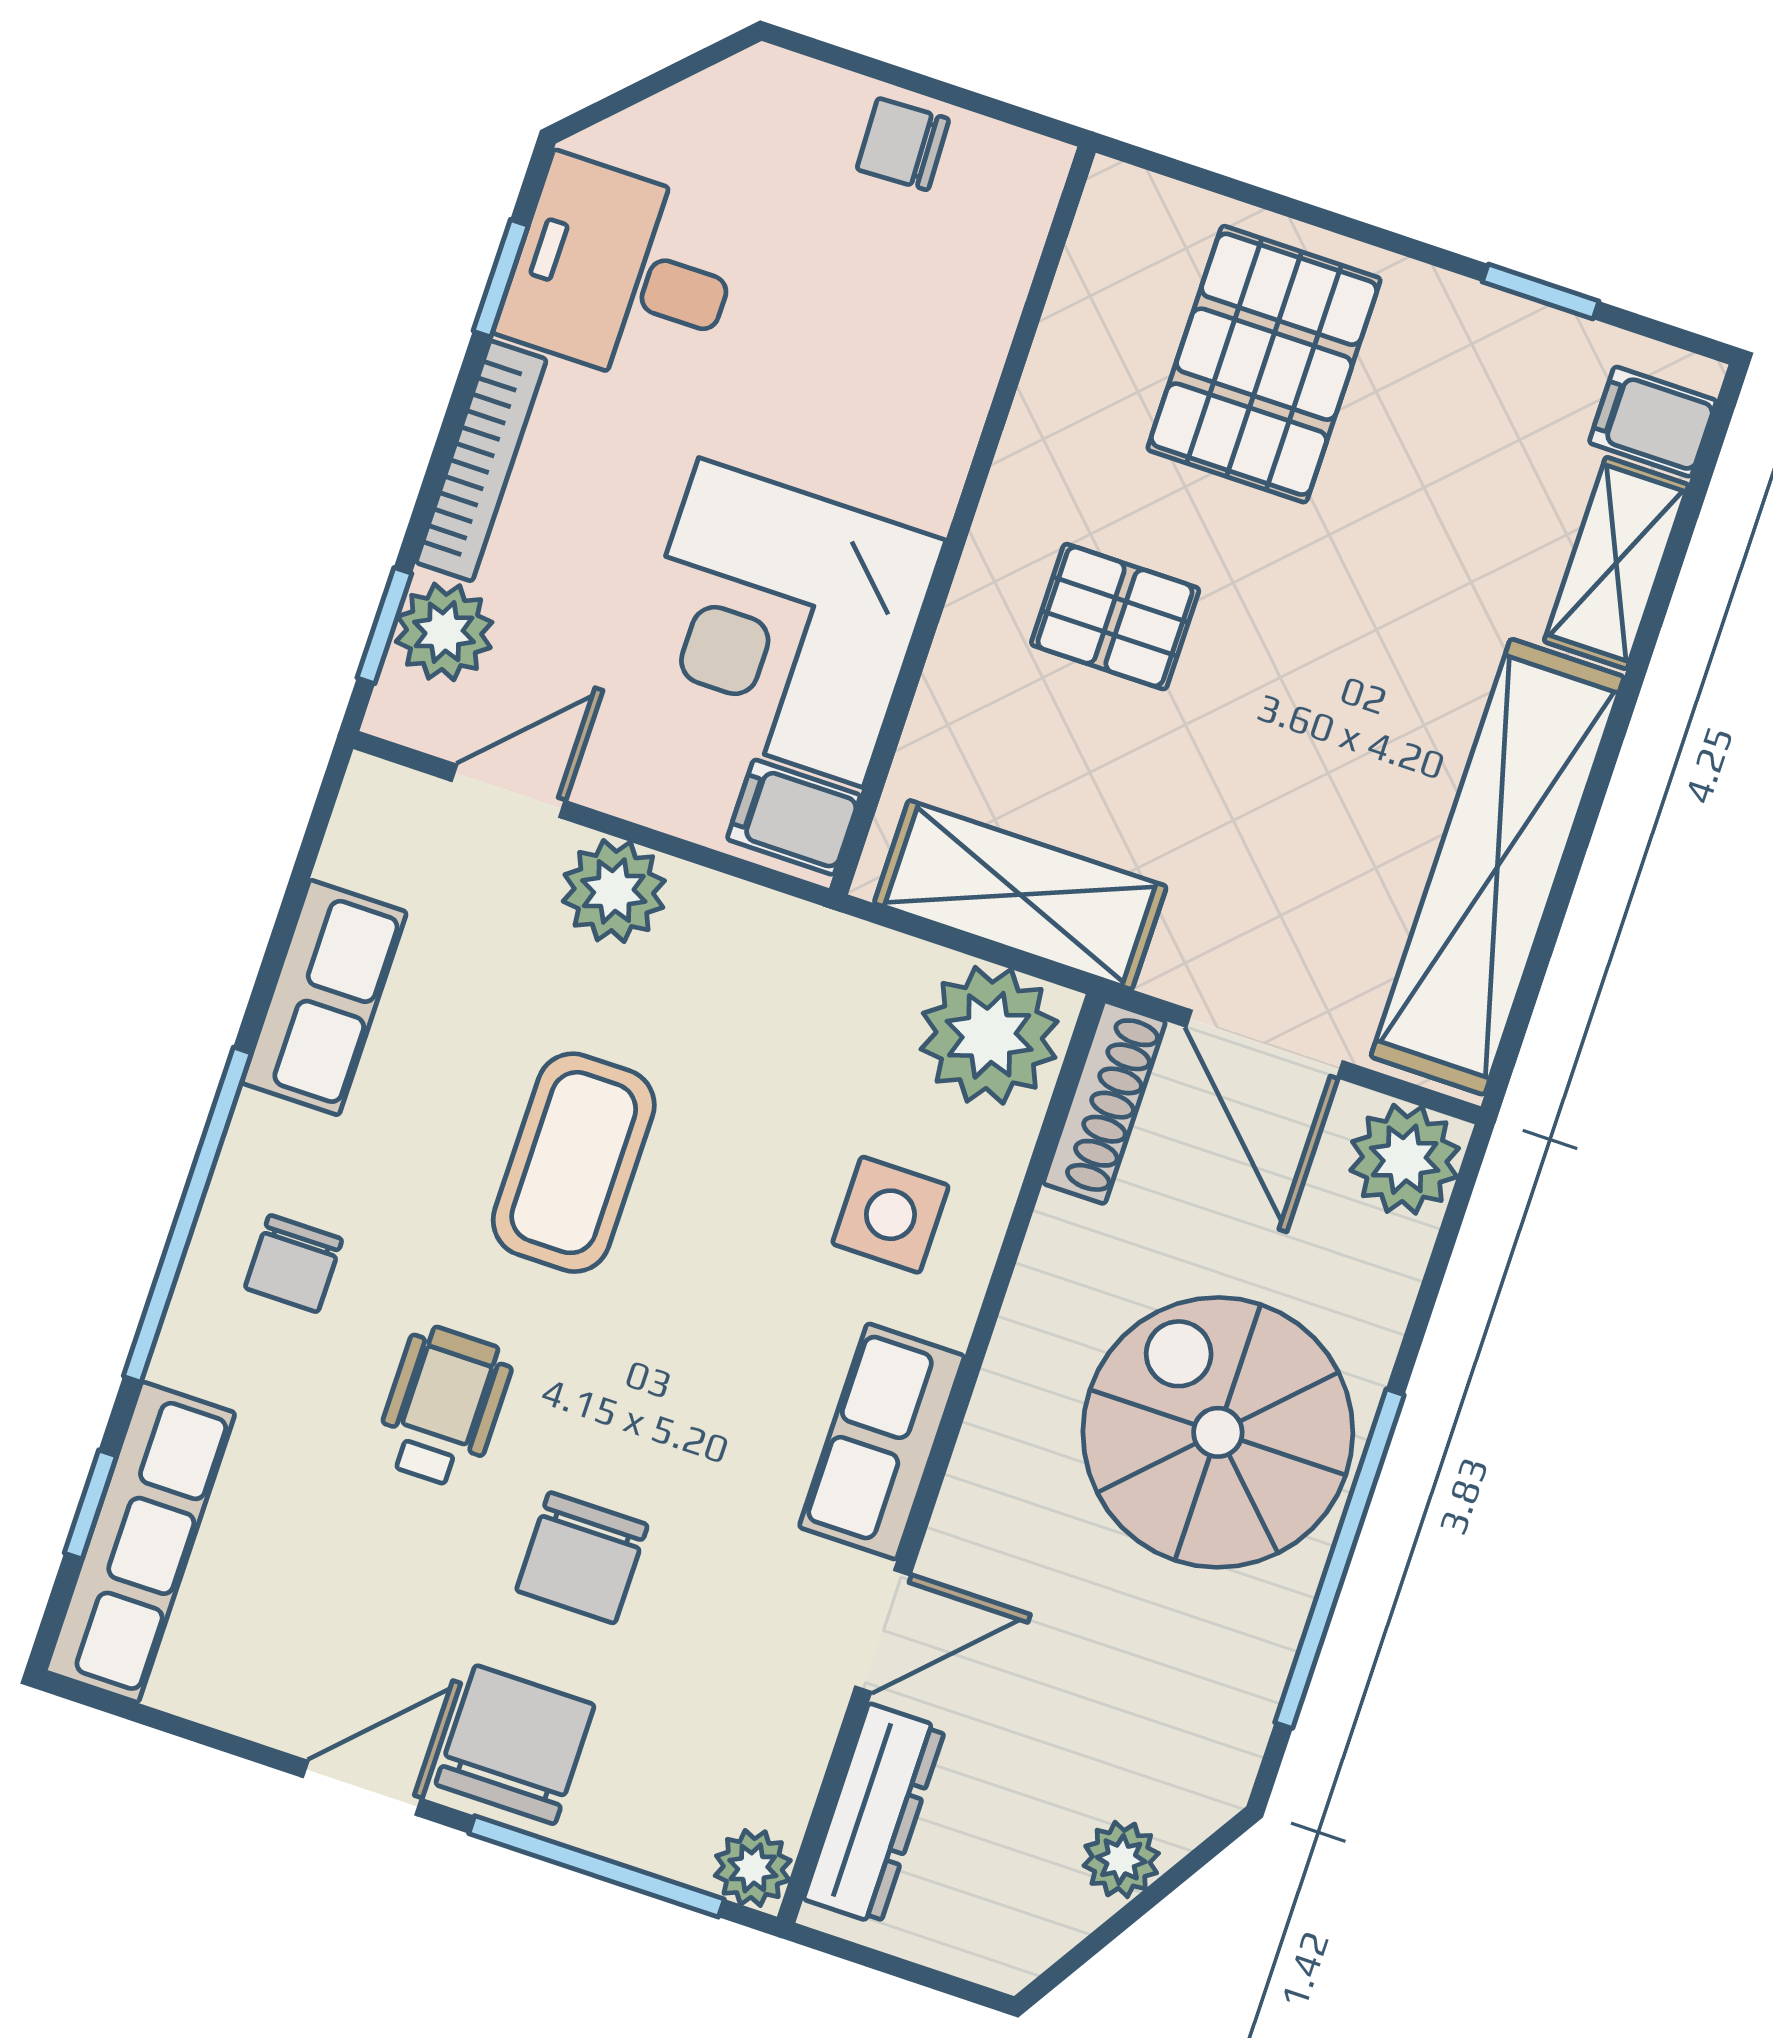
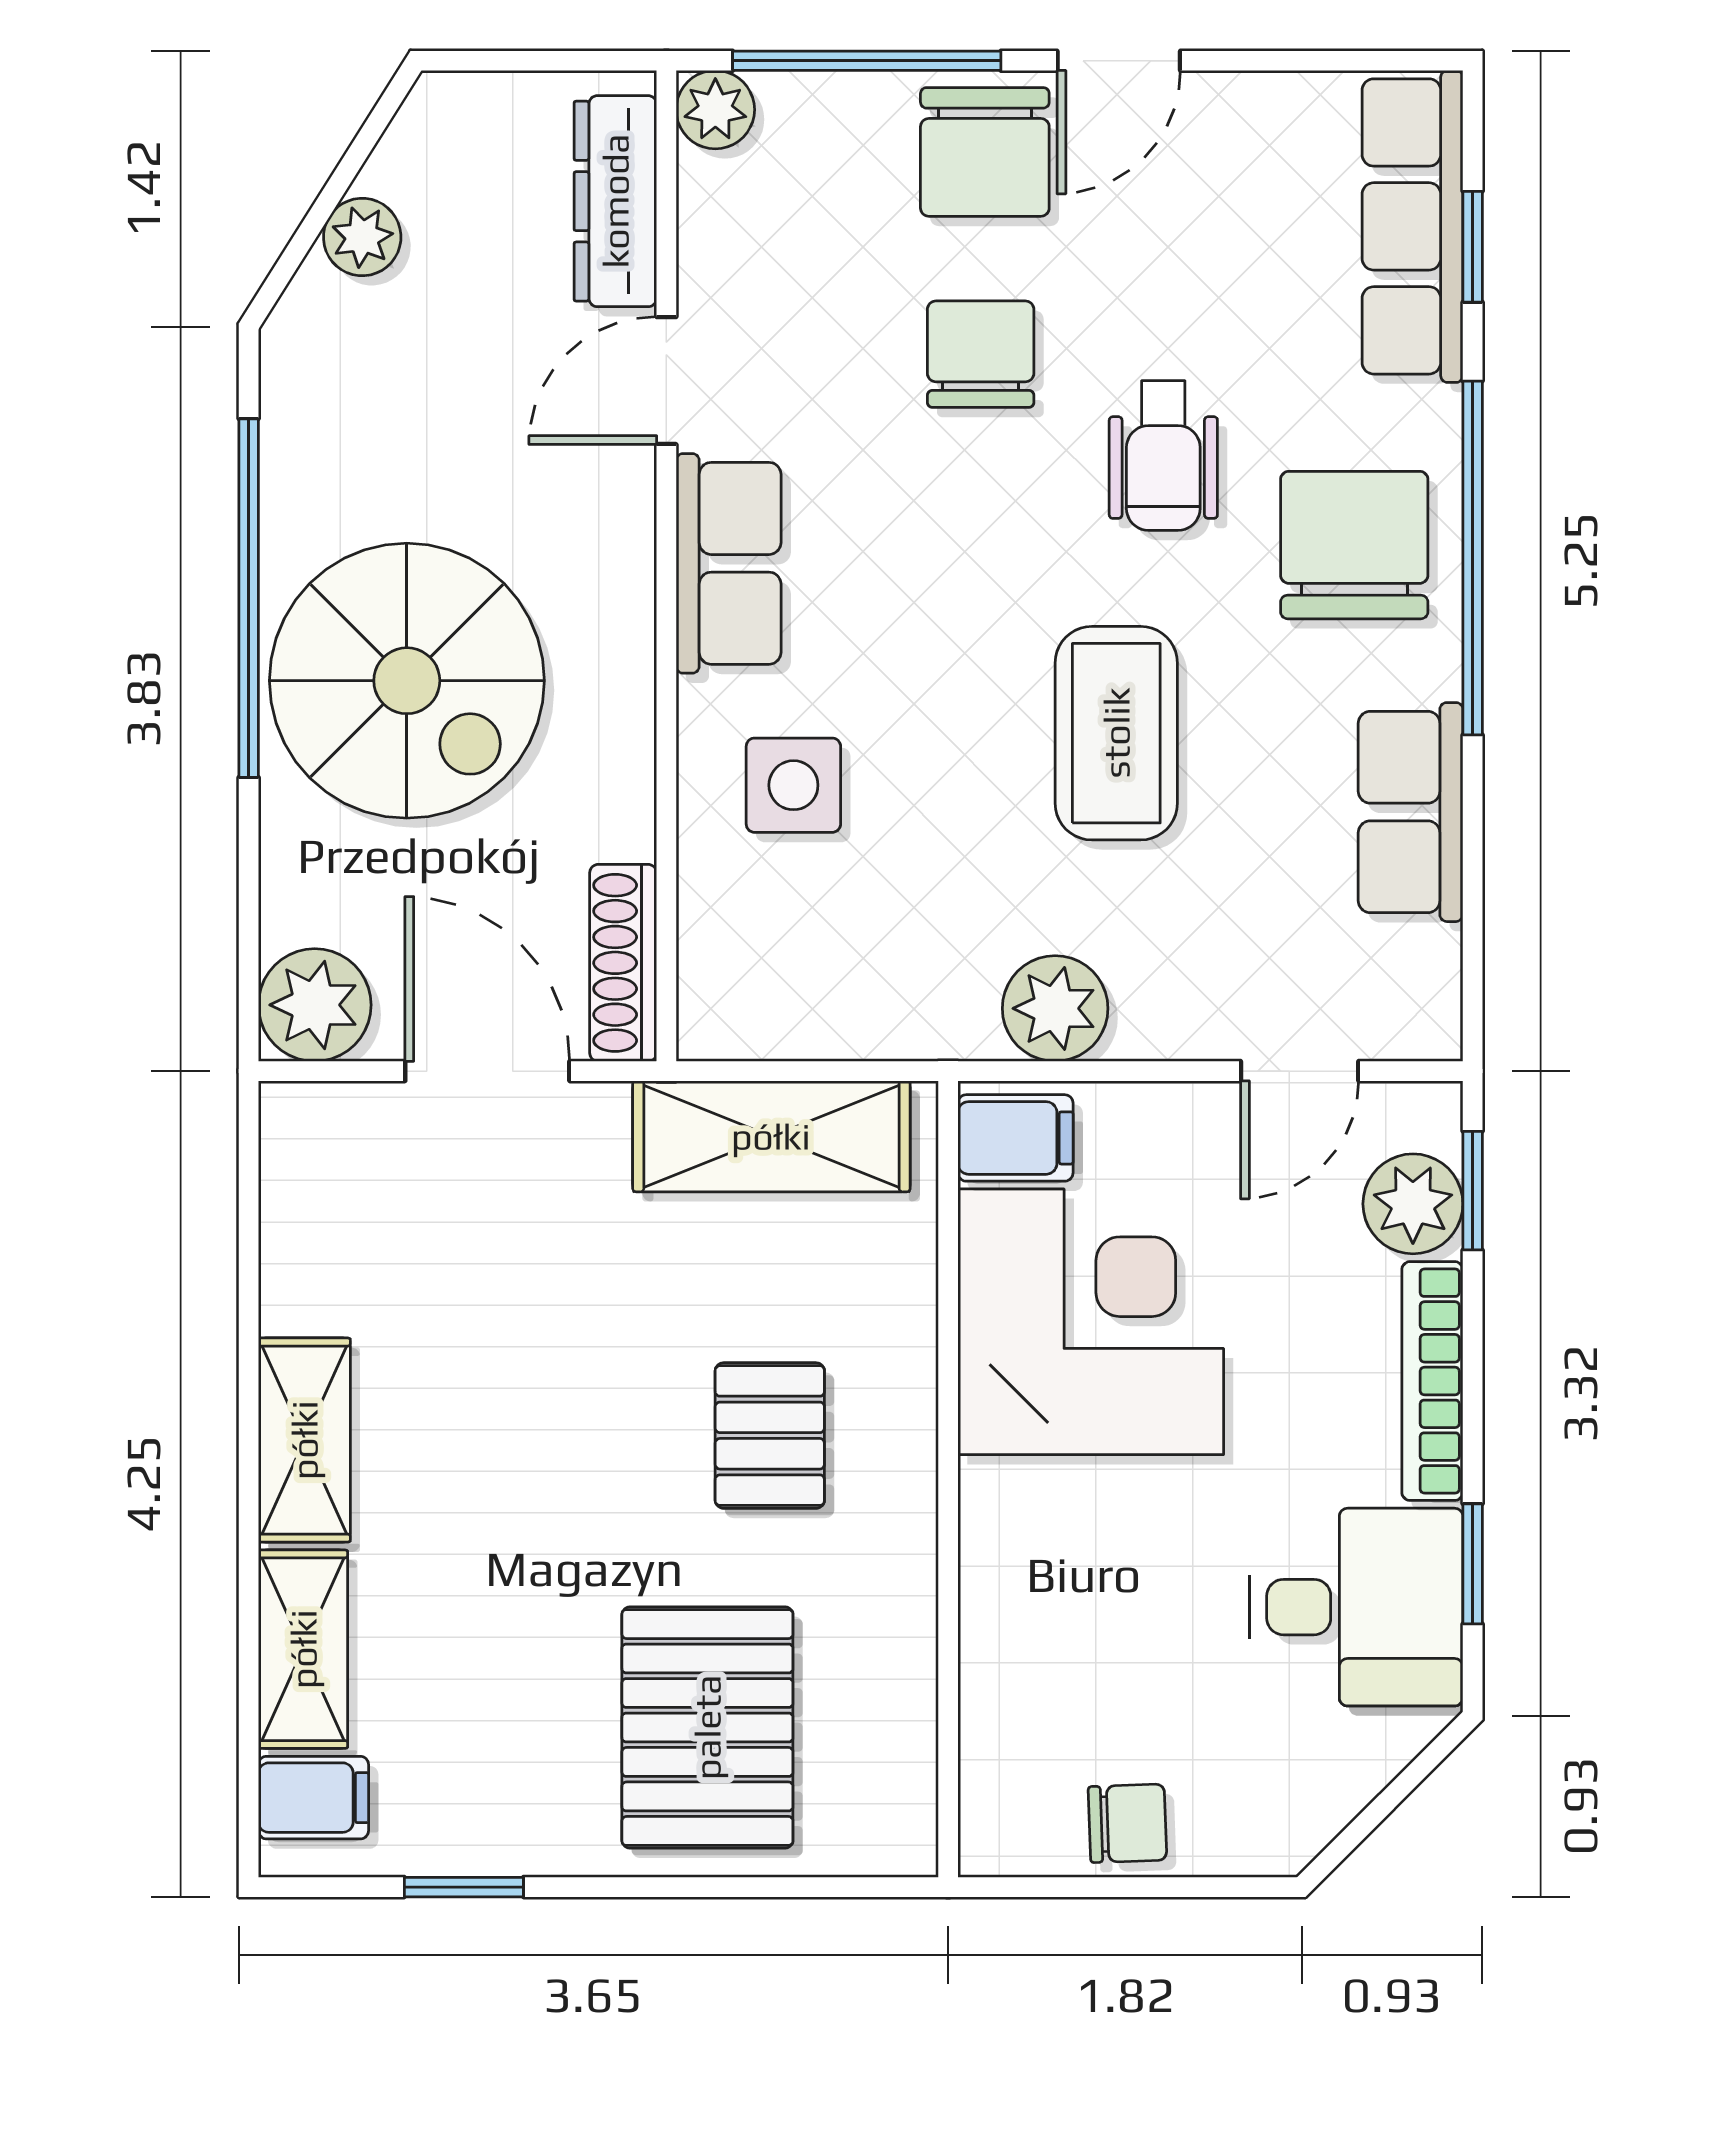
pallet: (1115, 617) -> (770, 1436), turned 90
shelving: (1497, 867) -> (304, 1440), width x0.45, depth x0.75
plant: (614, 891) -> (1055, 1008), moved
plant: (989, 1035) -> (756, 990), removed
chair: (293, 1264) -> (1354, 545), width x1.87, depth x1.87

